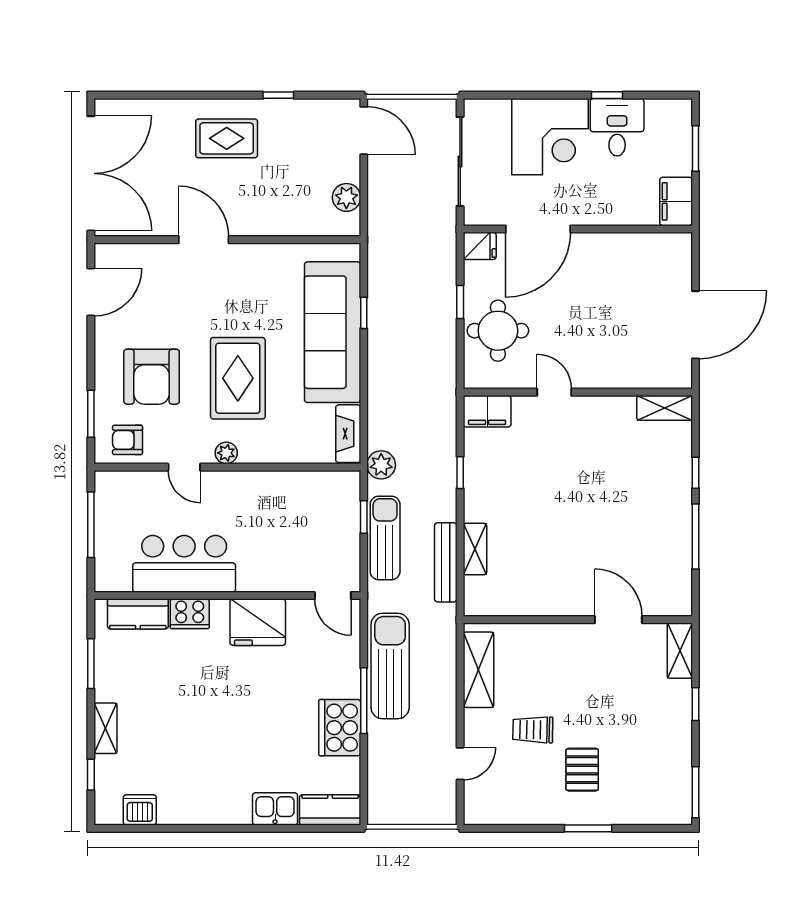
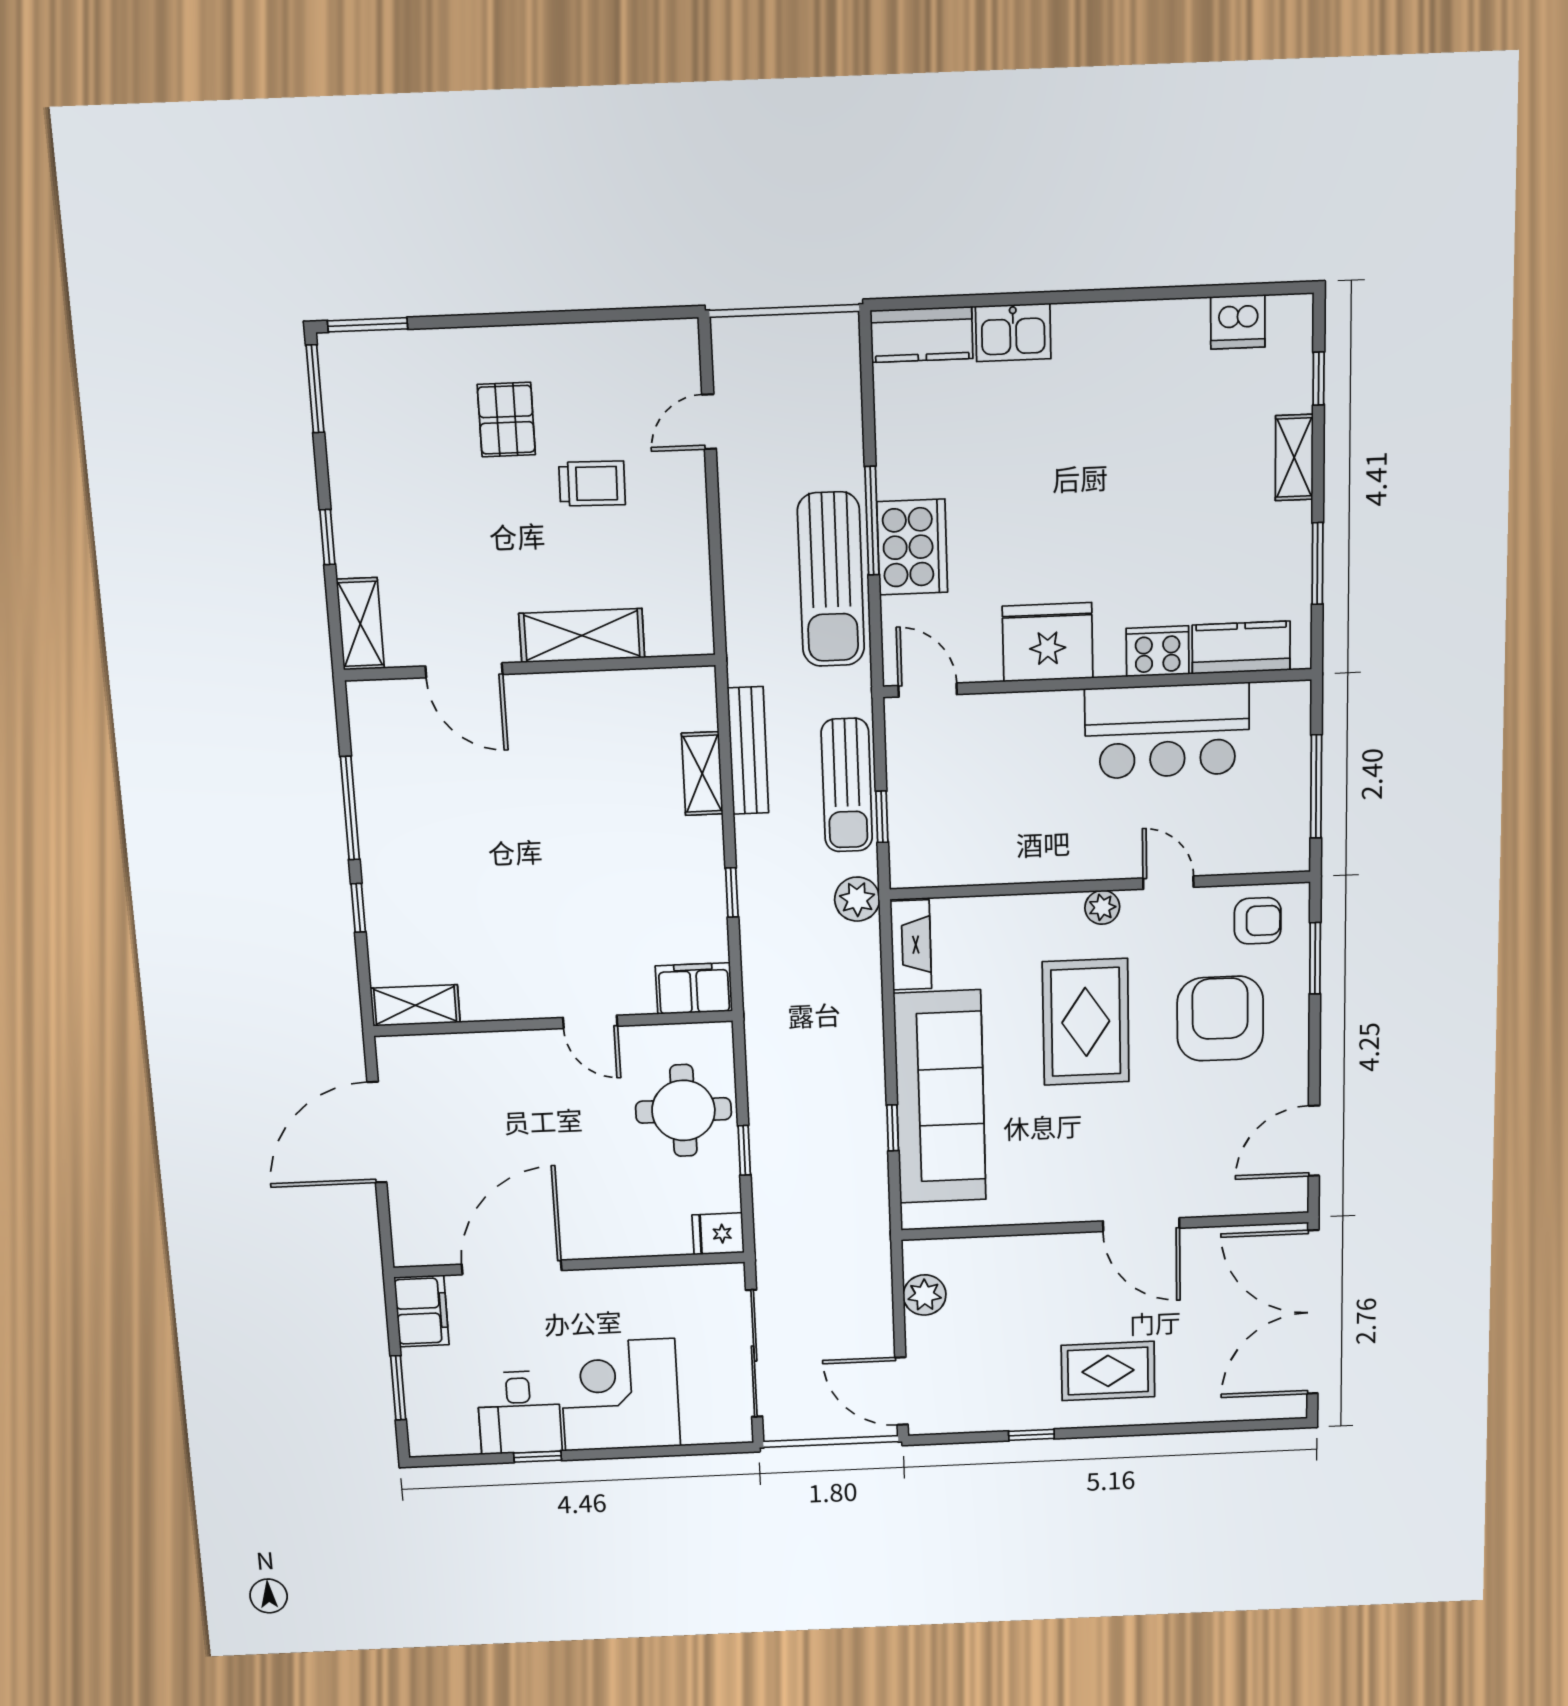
door: (538, 229) -> (512, 1267), moved
shelving: (478, 670) -> (582, 636), moved, turned 90
cooker: (340, 728) -> (912, 547), moved
window: (588, 828) -> (368, 325), moved

